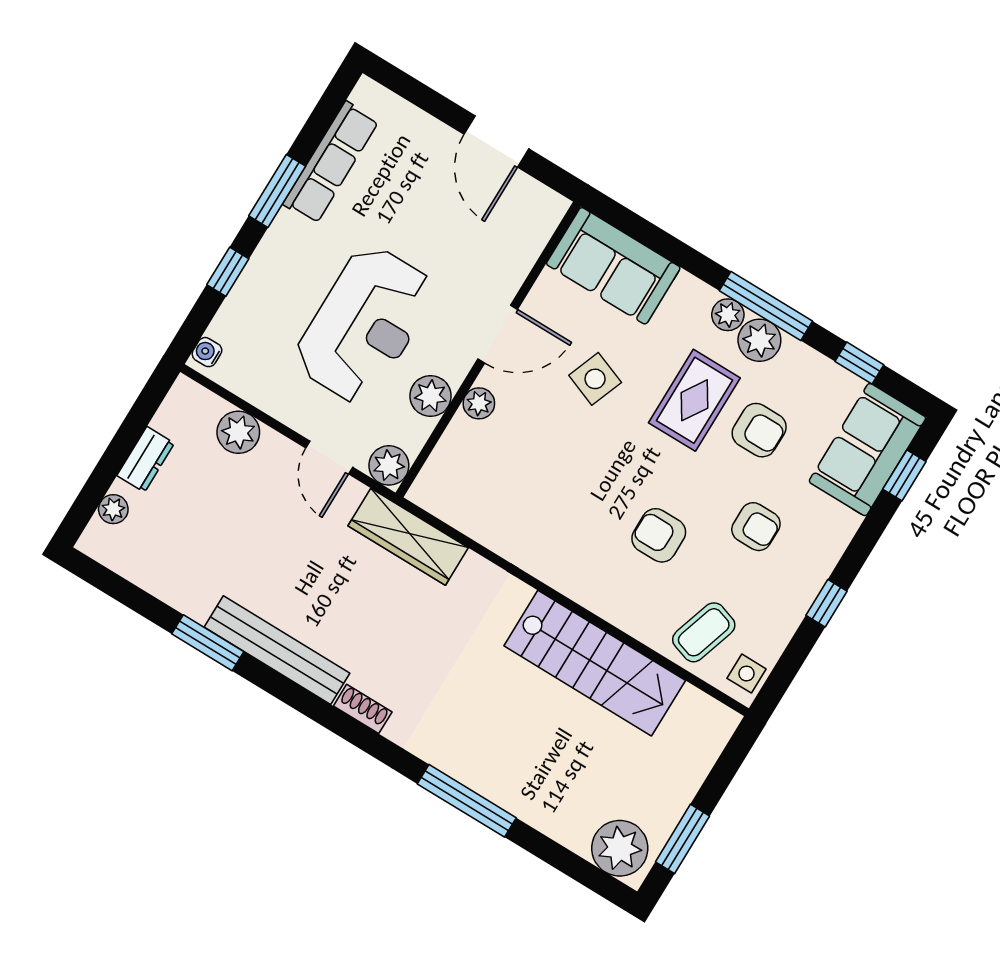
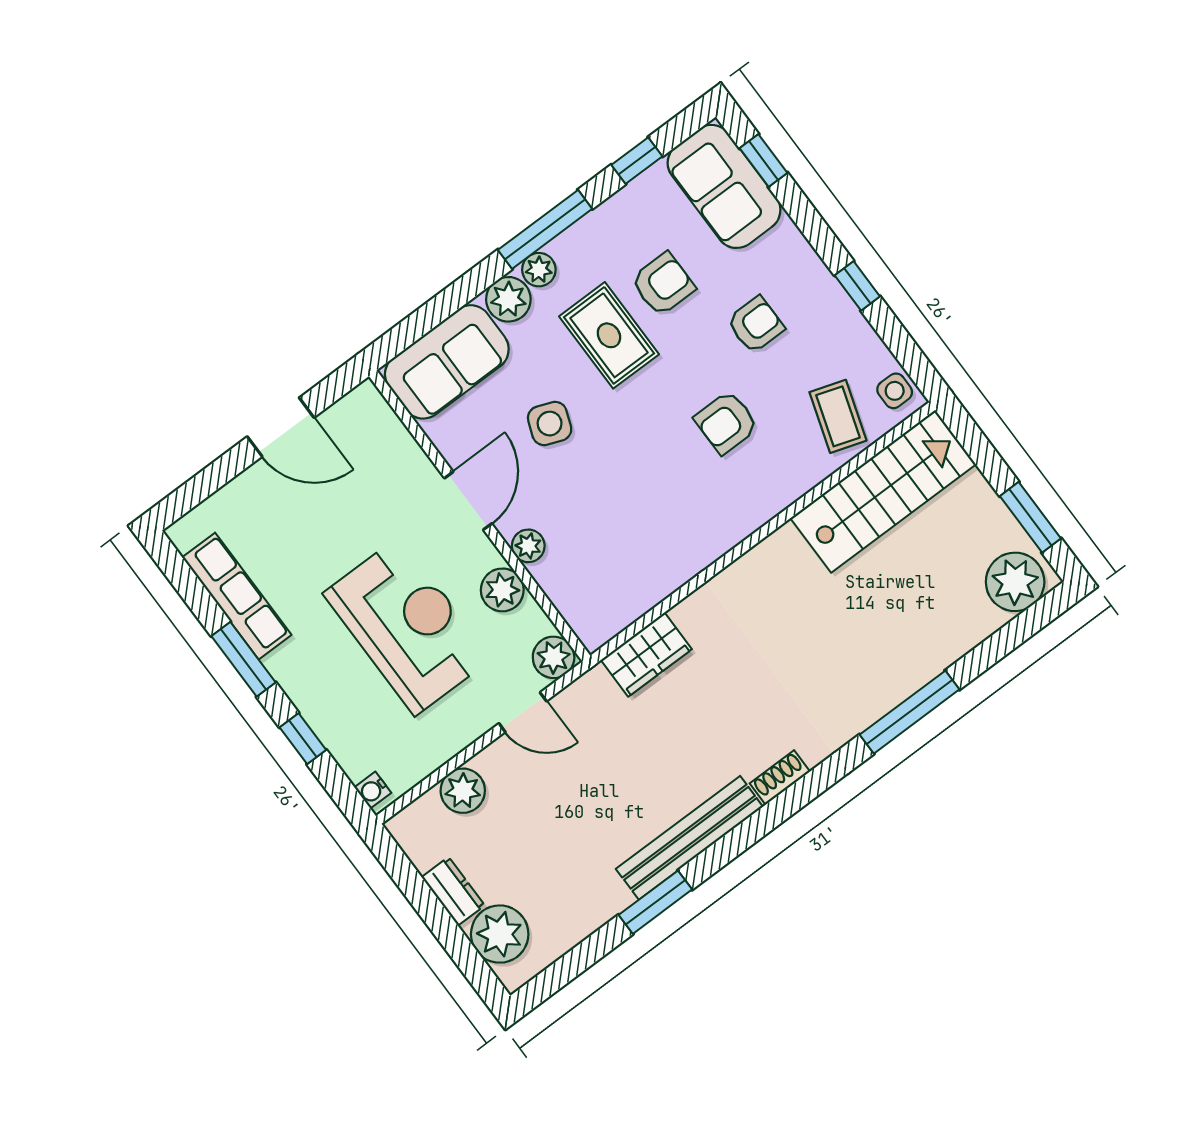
plant: (759, 340) -> (508, 299), moved
plant: (113, 509) -> (500, 934), width x1.88, depth x1.88
wardrobe: (408, 537) -> (646, 655), width x0.67
stairs: (595, 663) -> (883, 491), moved

